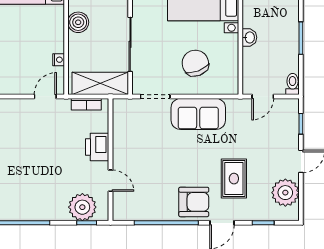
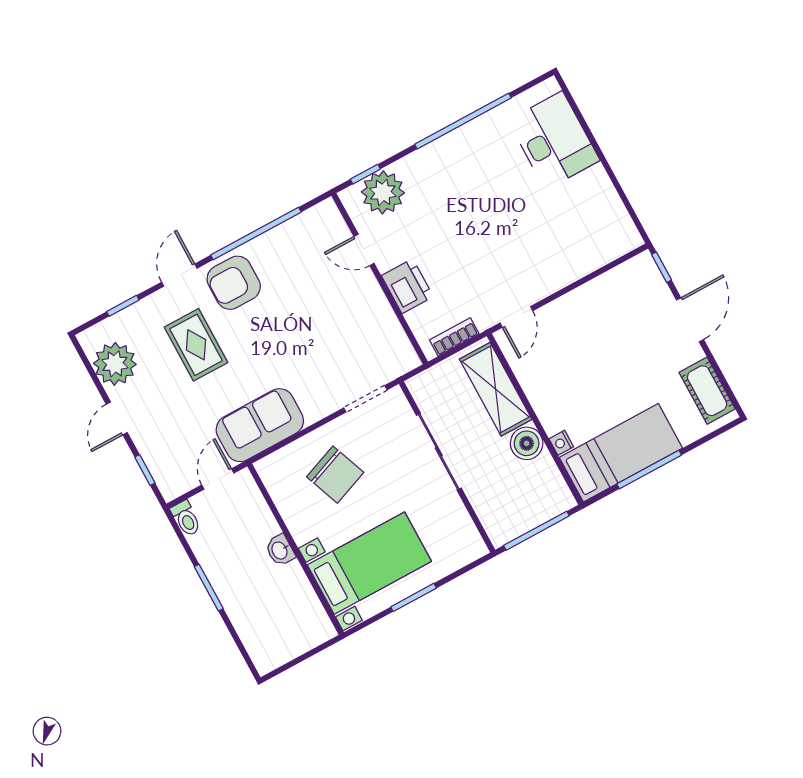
nightstand: (59, 60) -> (561, 443), moved
shelving: (100, 83) -> (496, 389), moved, turned 90
sofa: (198, 114) -> (260, 425), moved

